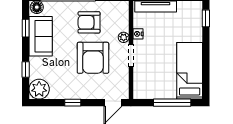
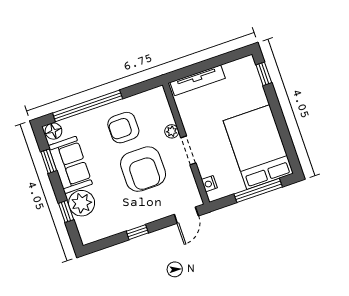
nightstand: (138, 34) -> (209, 184), moved
bed: (190, 71) -> (258, 147), width x1.50
plant: (39, 89) -> (82, 203), moved

